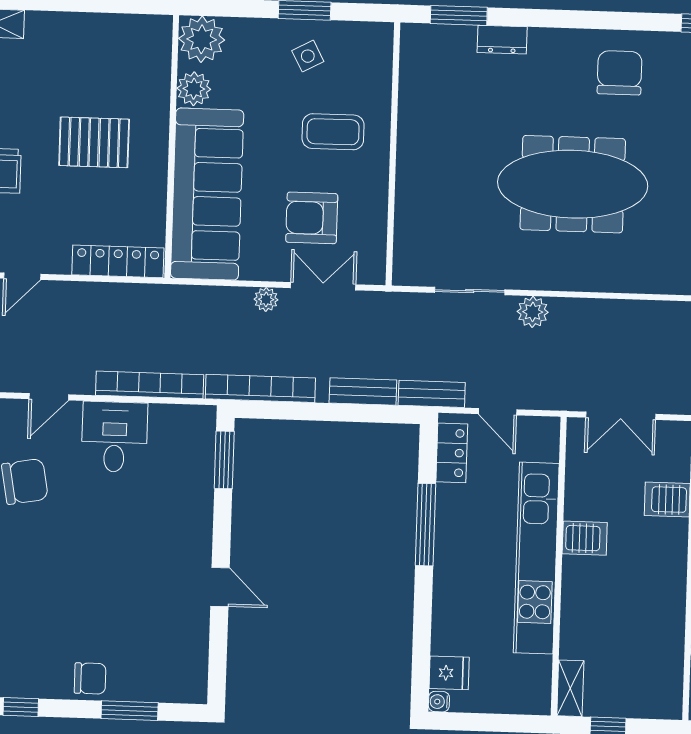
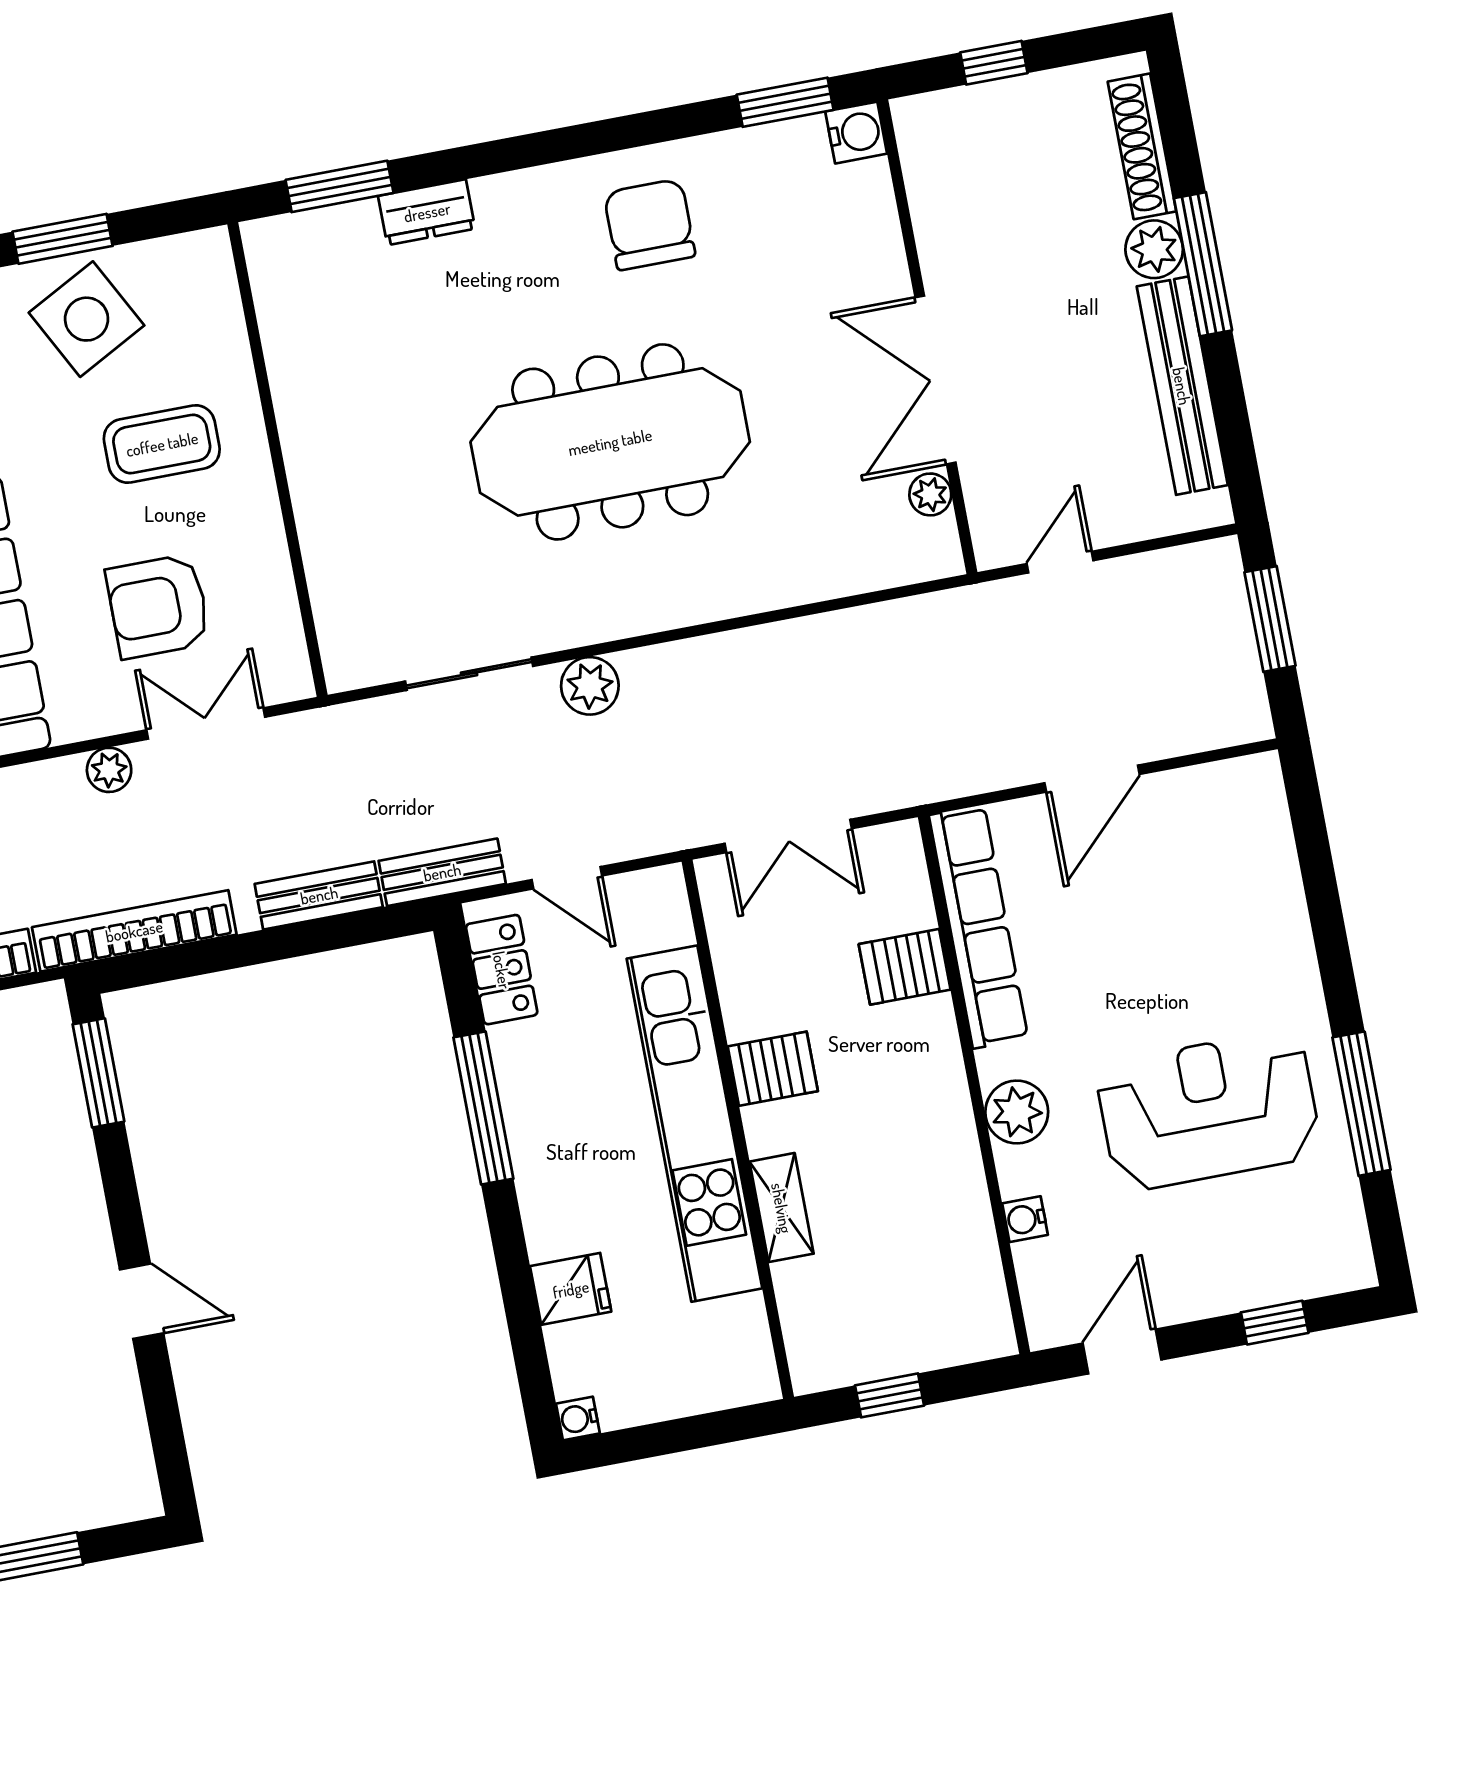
side table: (308, 56) -> (87, 319), width x1.87, depth x1.87
fridge: (449, 673) -> (571, 1289), moved
shelving: (570, 688) -> (782, 1208), moved

